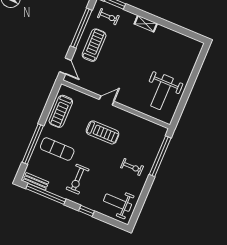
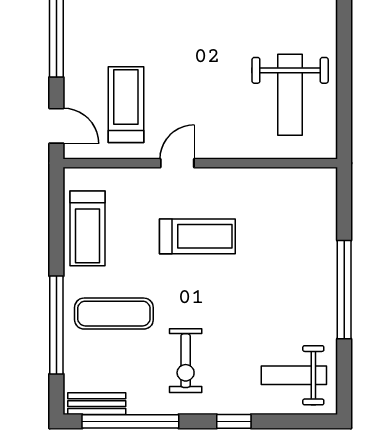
treadmill: (94, 45) -> (126, 105), moved
window: (160, 156) -> (344, 290), moved
exercise bike: (132, 167) -> (293, 284), removed

